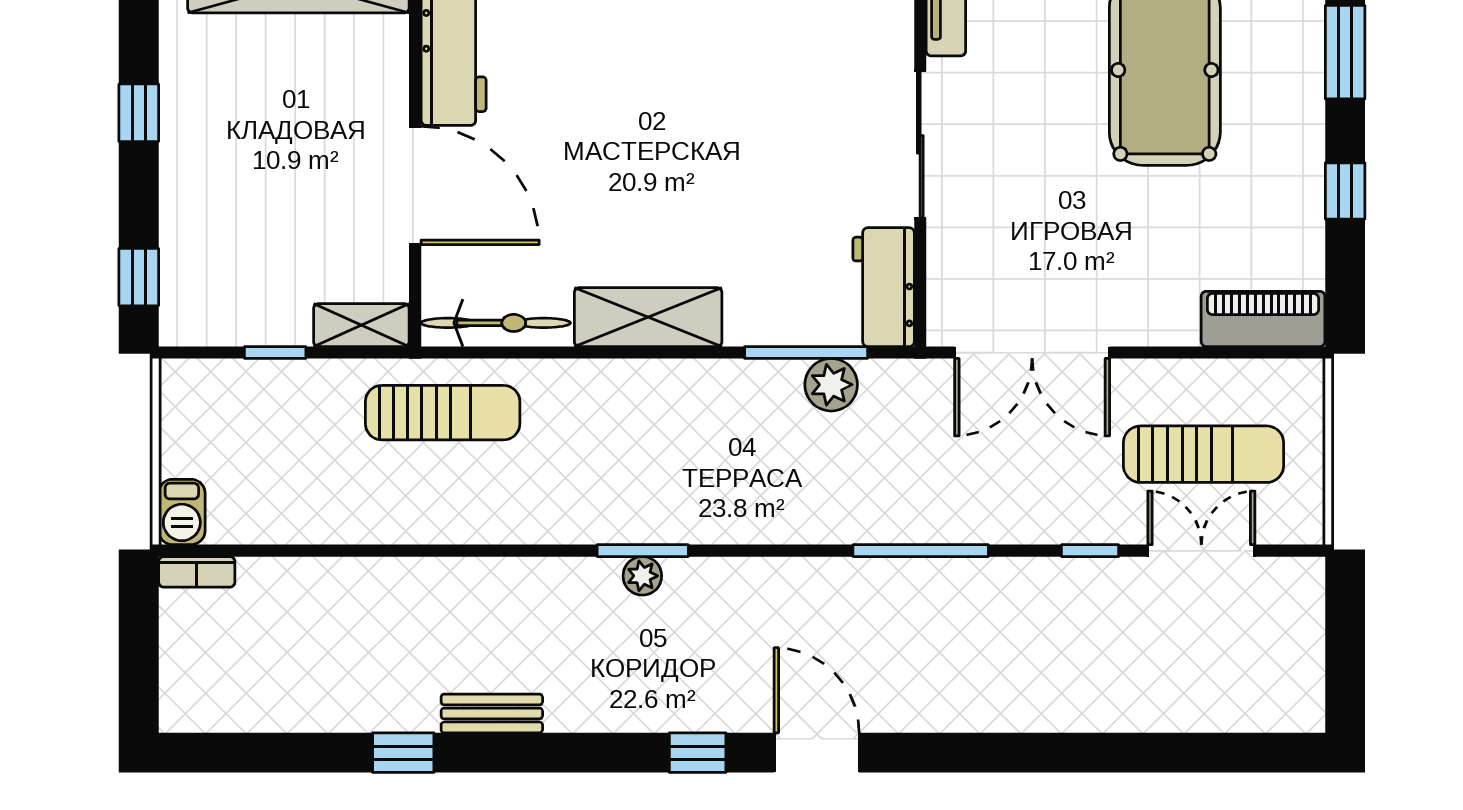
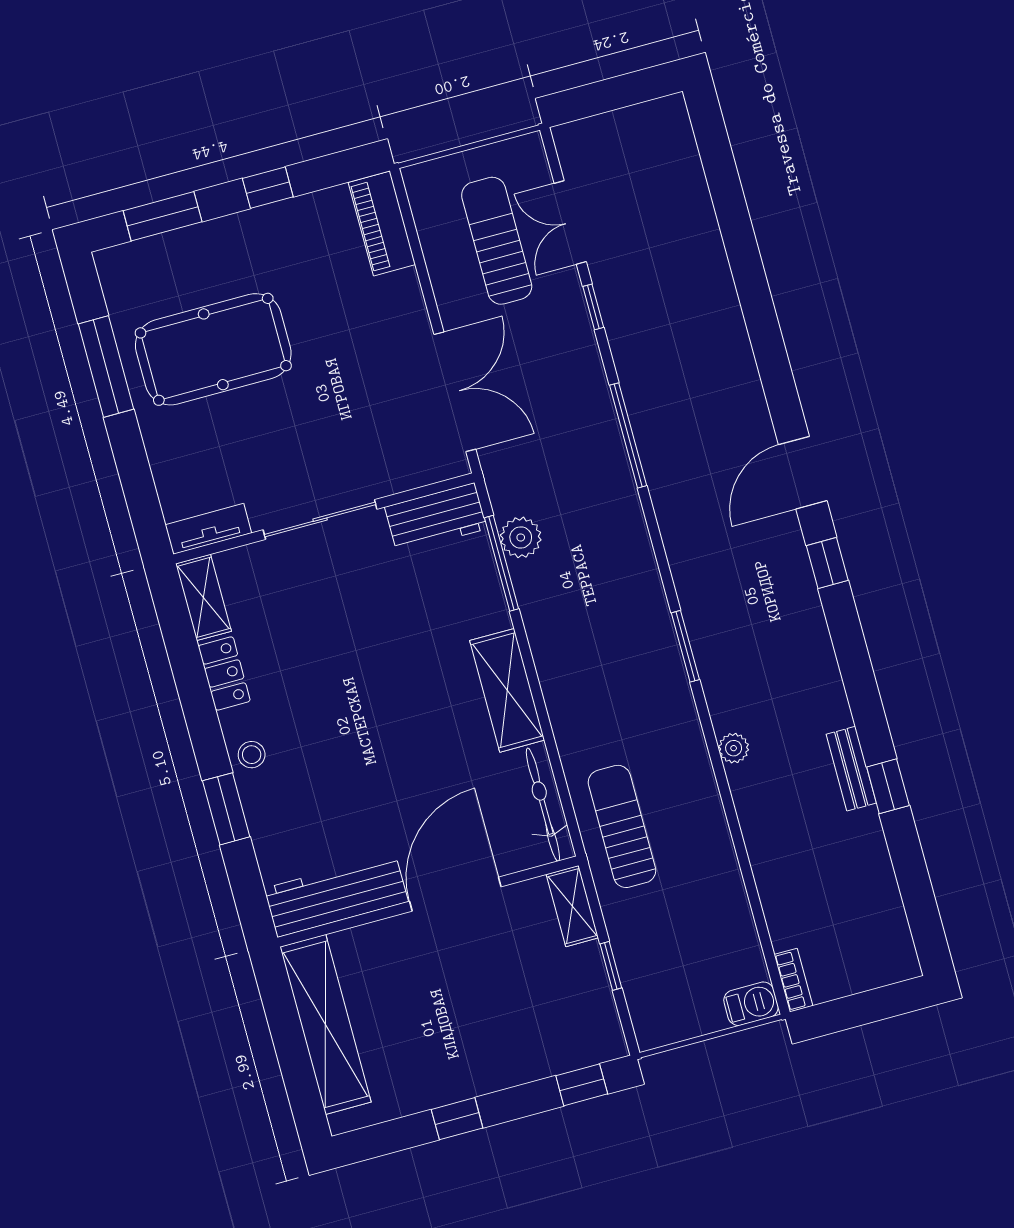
plant: (642, 576) -> (734, 748), moved
bench: (492, 713) -> (851, 769), moved

